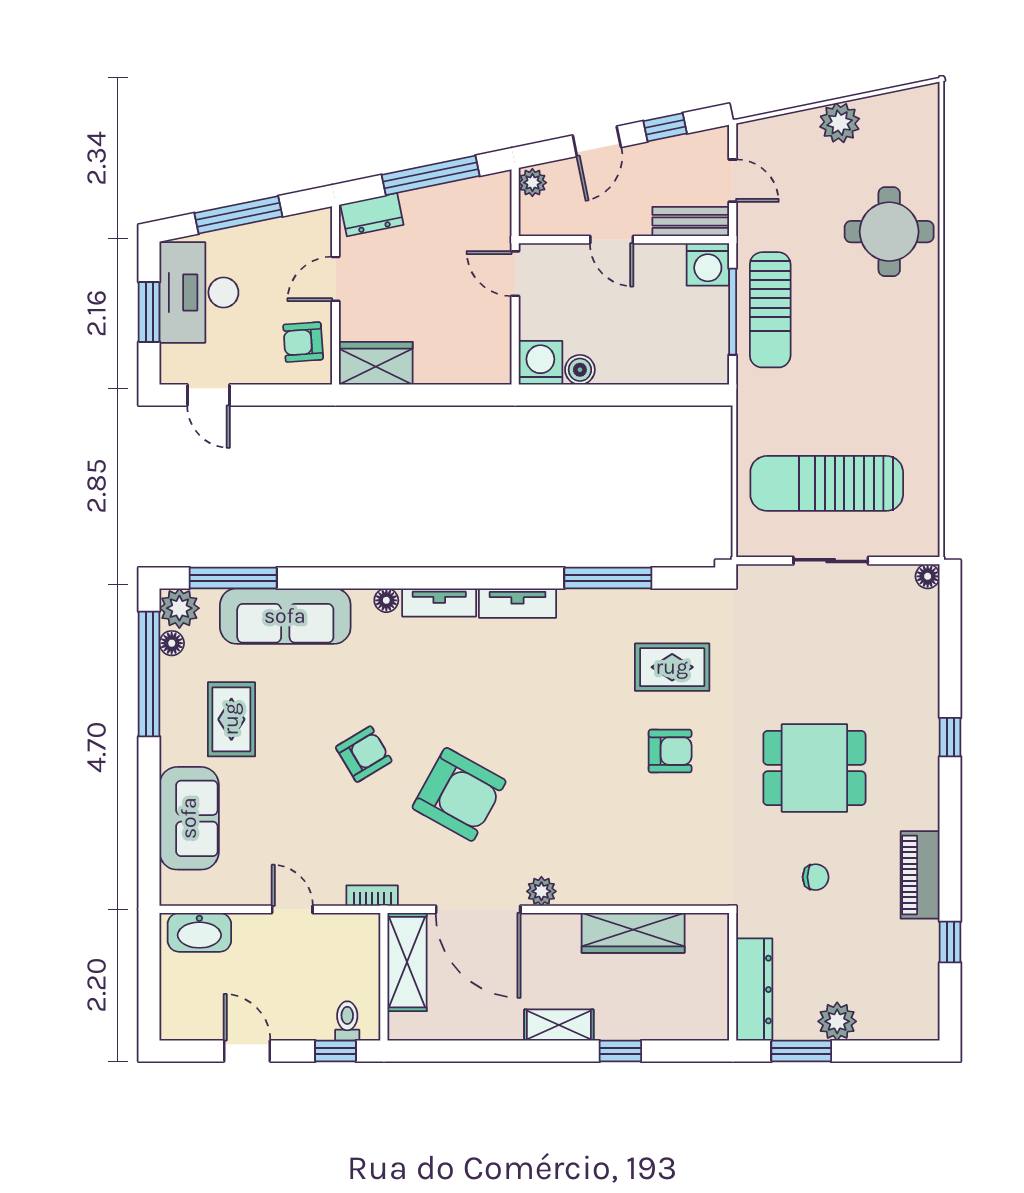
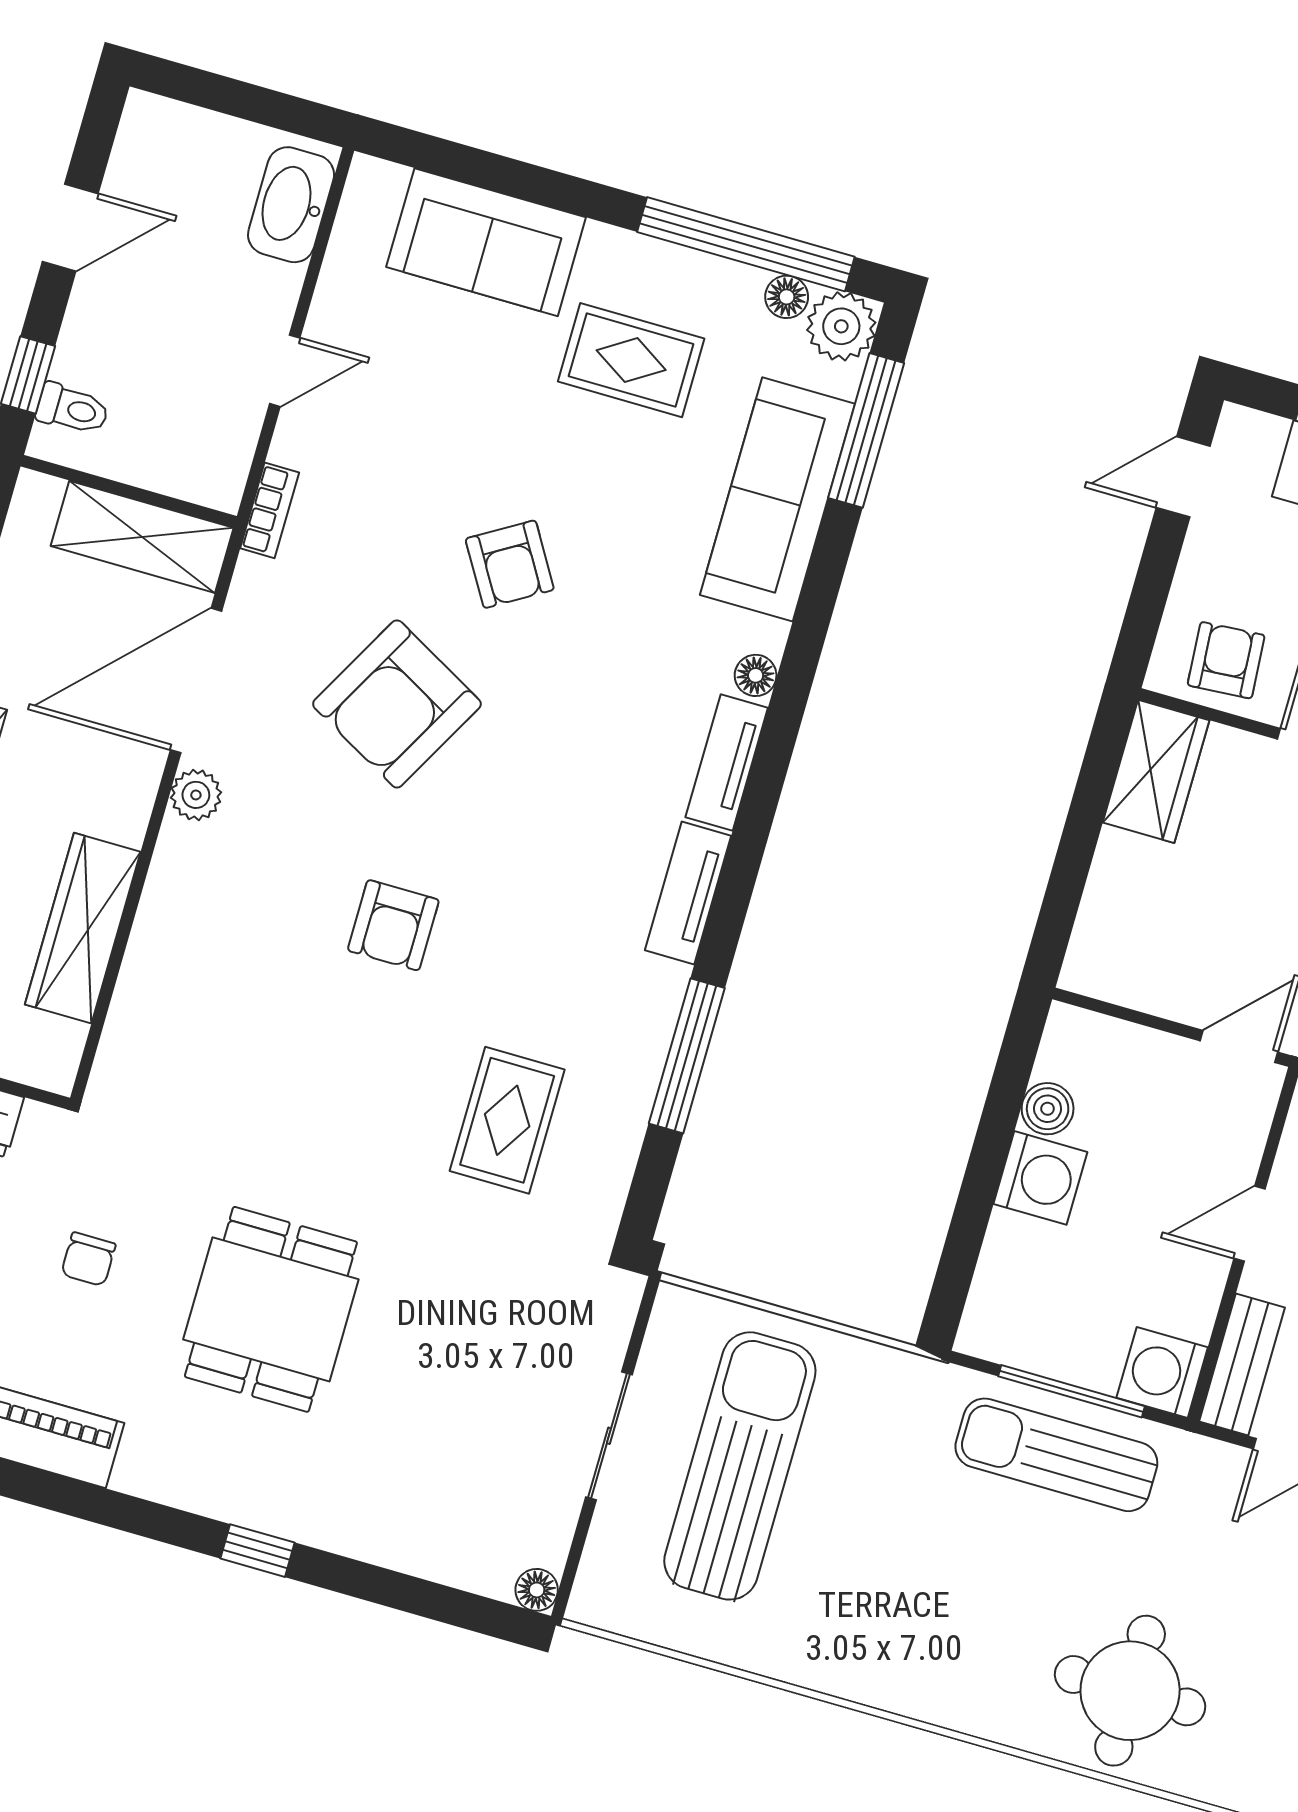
washing machine: (540, 363) -> (1040, 1178), moved
armchair: (670, 751) -> (393, 925), moved

